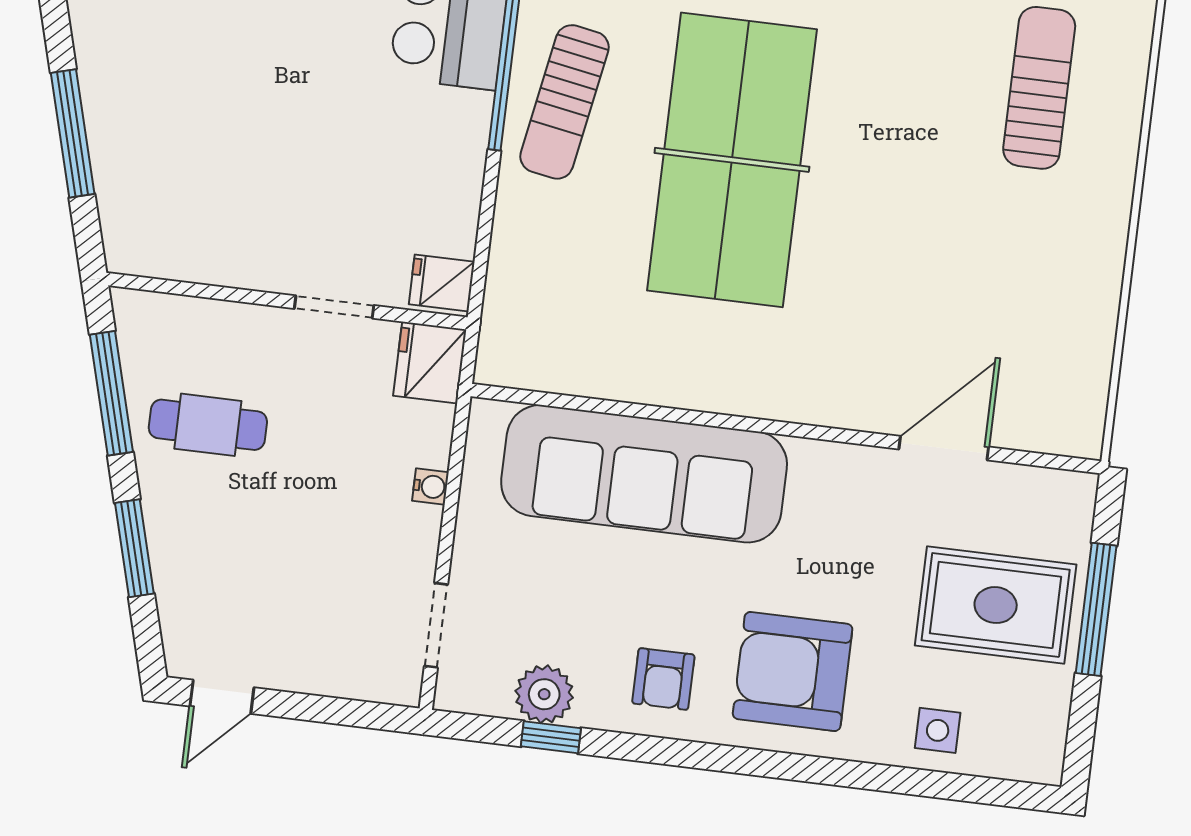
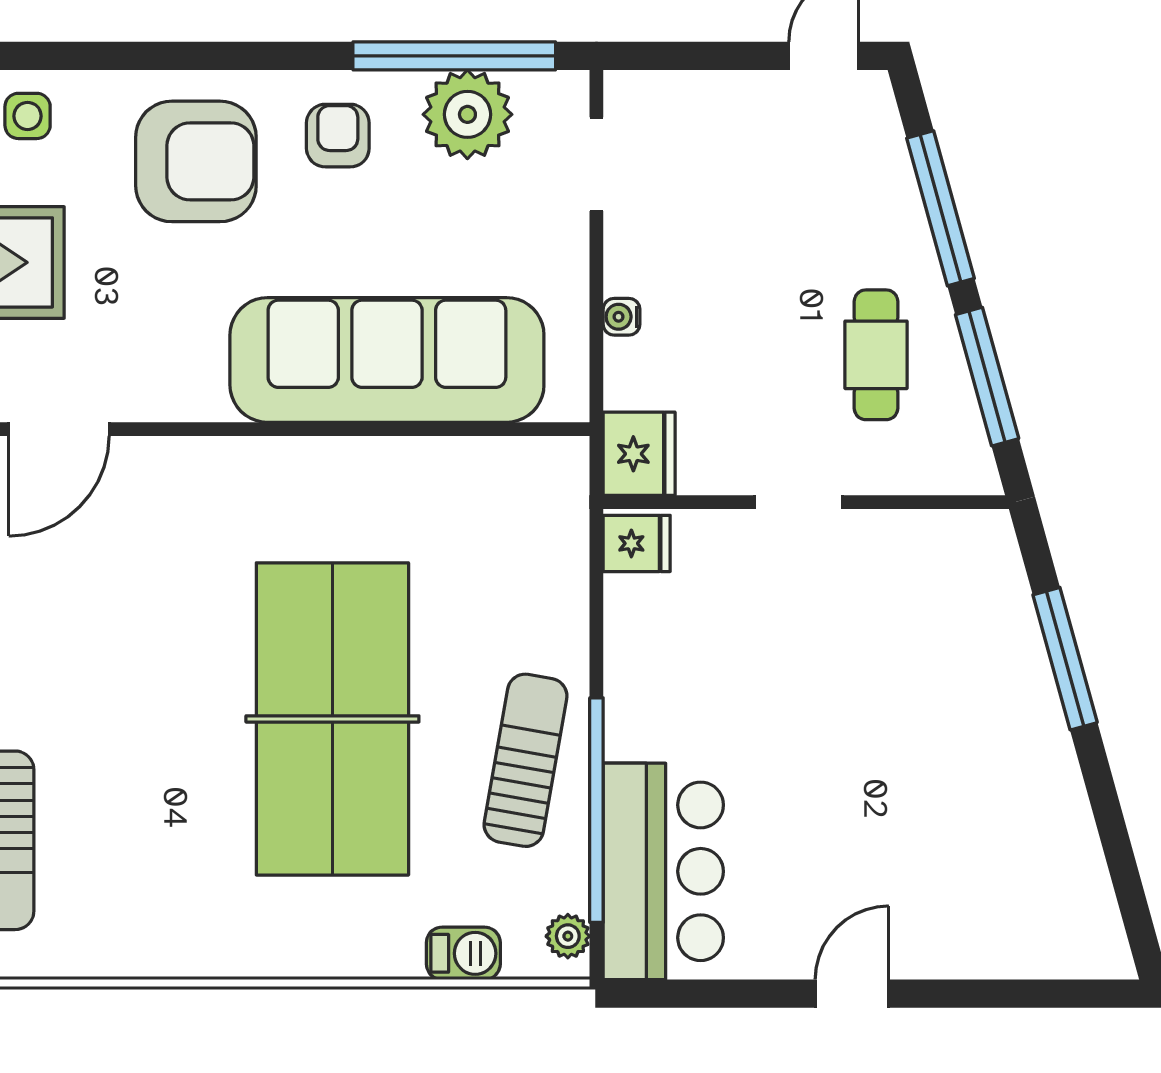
doorway: (334, 307) -> (798, 502), moved
cafe table: (208, 425) -> (876, 355), turned 90
window: (134, 548) -> (941, 208), width x1.44
plant: (544, 694) -> (467, 114), width x1.36, depth x1.36
window: (551, 737) -> (454, 56), width x3.17

